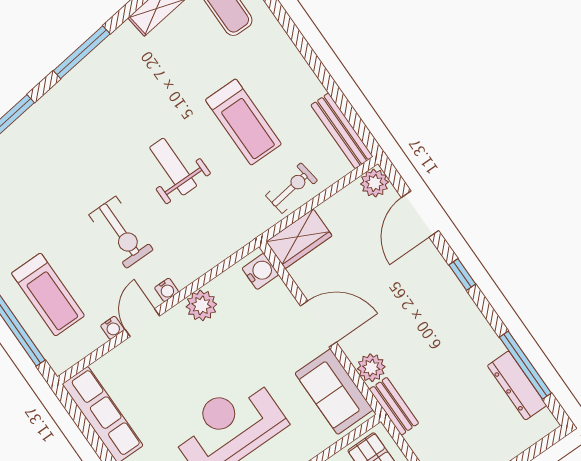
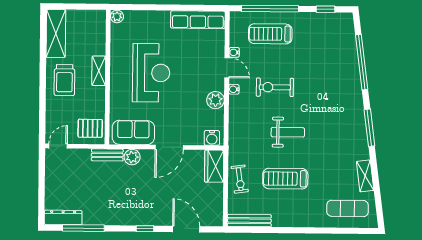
plant: (374, 183) -> (215, 218), removed
dresser: (517, 386) -> (63, 217), moved

